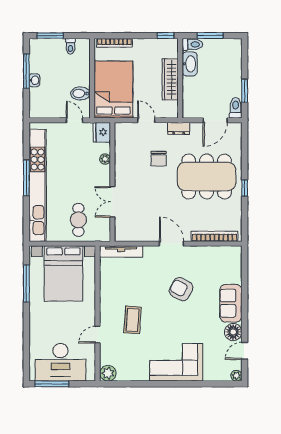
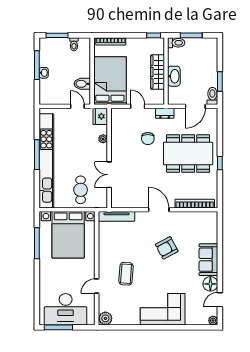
washbasin: (190, 64) -> (174, 76), moved
armchair: (181, 289) -> (167, 248), turned -55

